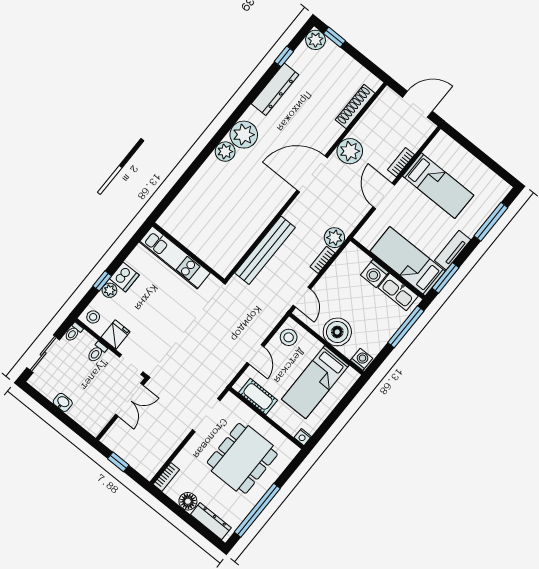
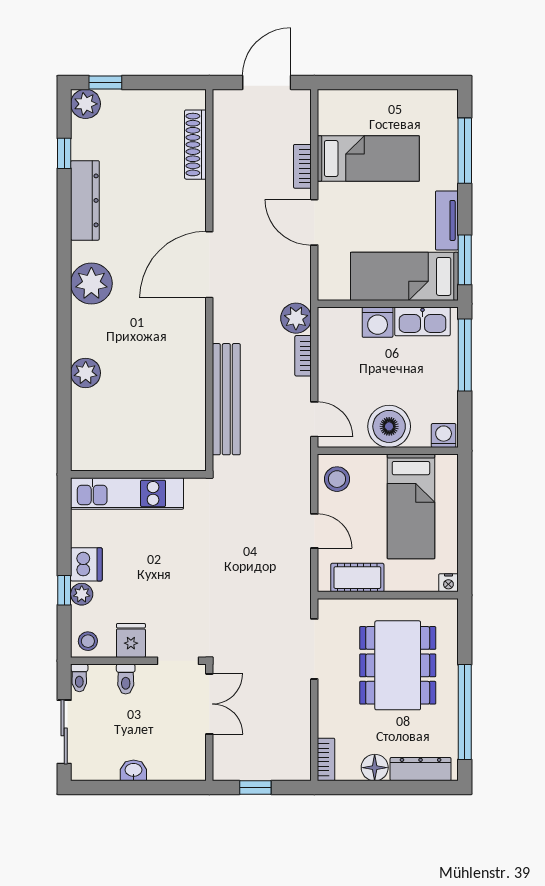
plant: (350, 151) -> (232, 202), removed
plant: (225, 152) -> (86, 373), moved

